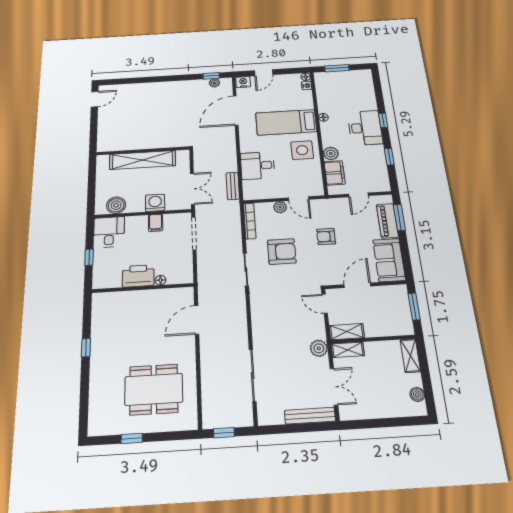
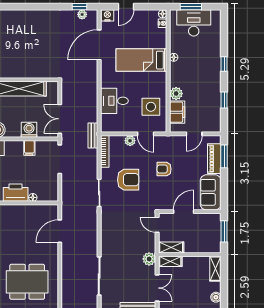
desk: (365, 128) -> (194, 23), moved, turned -90
side table: (302, 150) -> (151, 107), moved
bench: (233, 186) -> (93, 136), moved
double door: (192, 189) -> (60, 119), swing flipped

